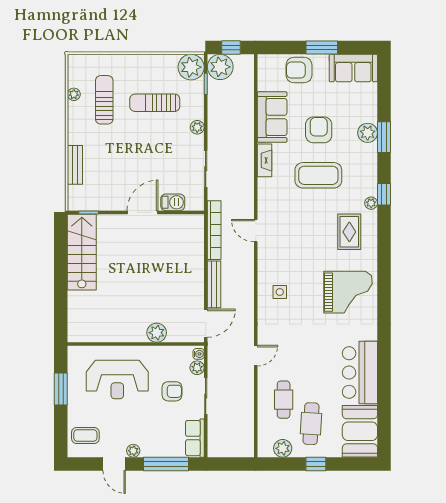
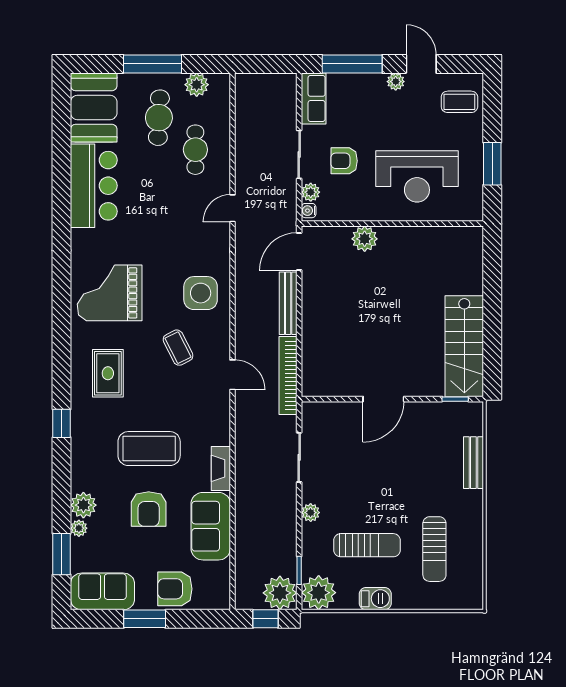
armchair: (299, 70) -> (175, 589), turned 180
plant: (74, 94) -> (475, 557), removed
window: (384, 137) -> (62, 554), moved
barbecue: (173, 202) -> (375, 599), moved, turned 180
plant: (371, 203) -> (79, 528), moved
coffee table: (297, 251) -> (178, 348), added
side table: (280, 292) -> (201, 293), width x1.87, depth x1.87
reception desk: (117, 380) -> (417, 176), turned 180
window: (316, 464) -> (152, 64), width x2.17

